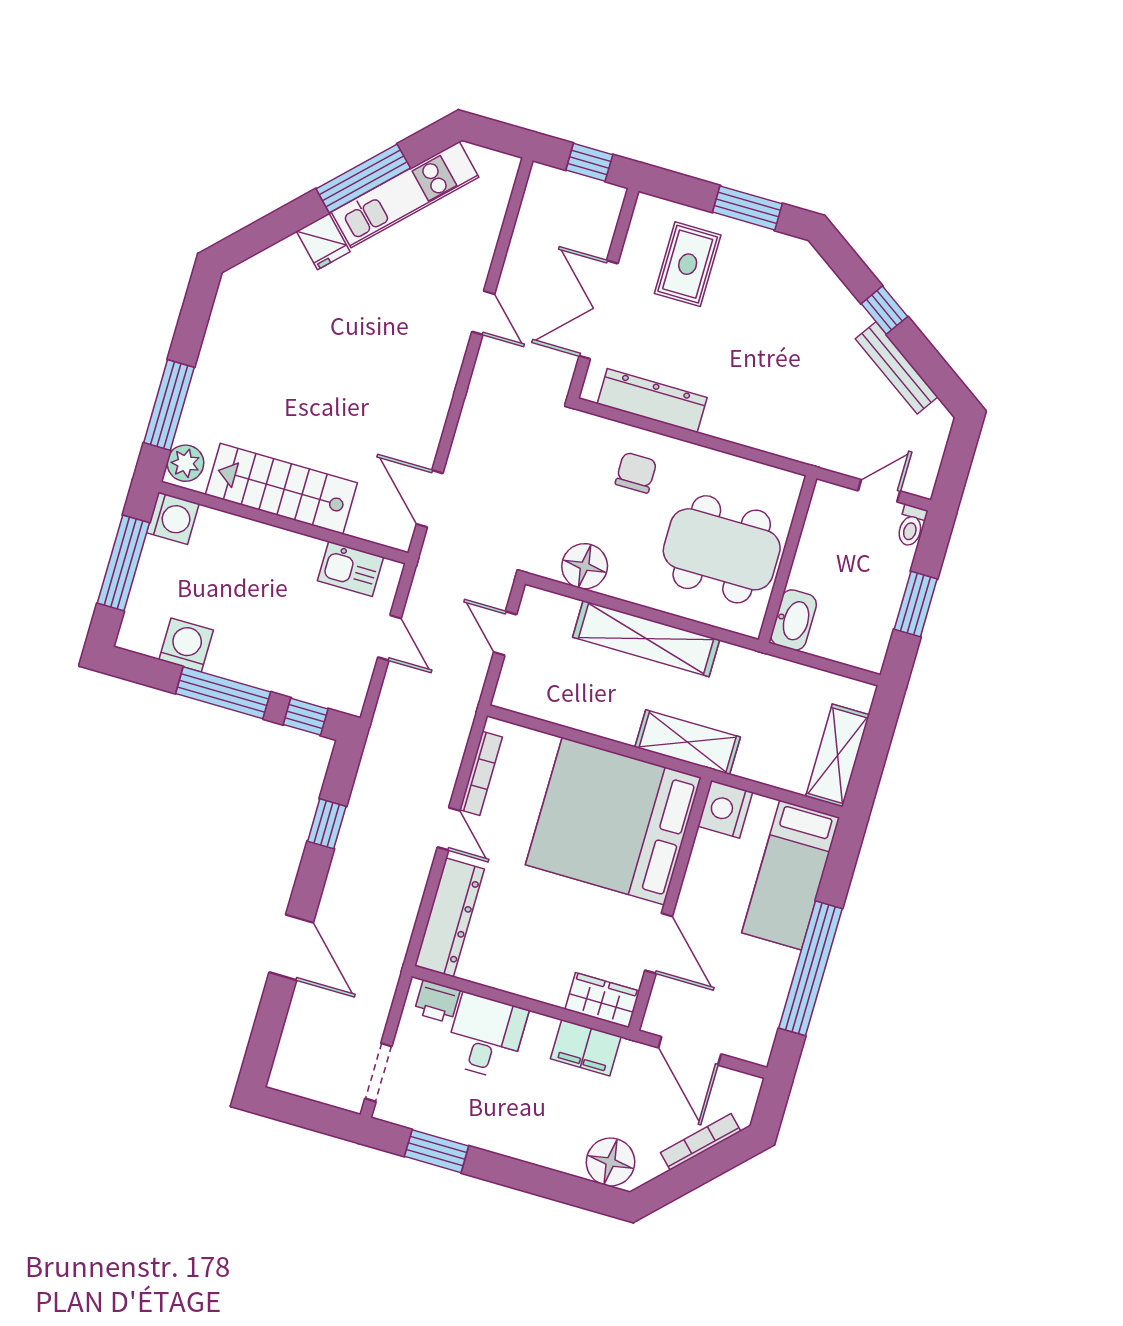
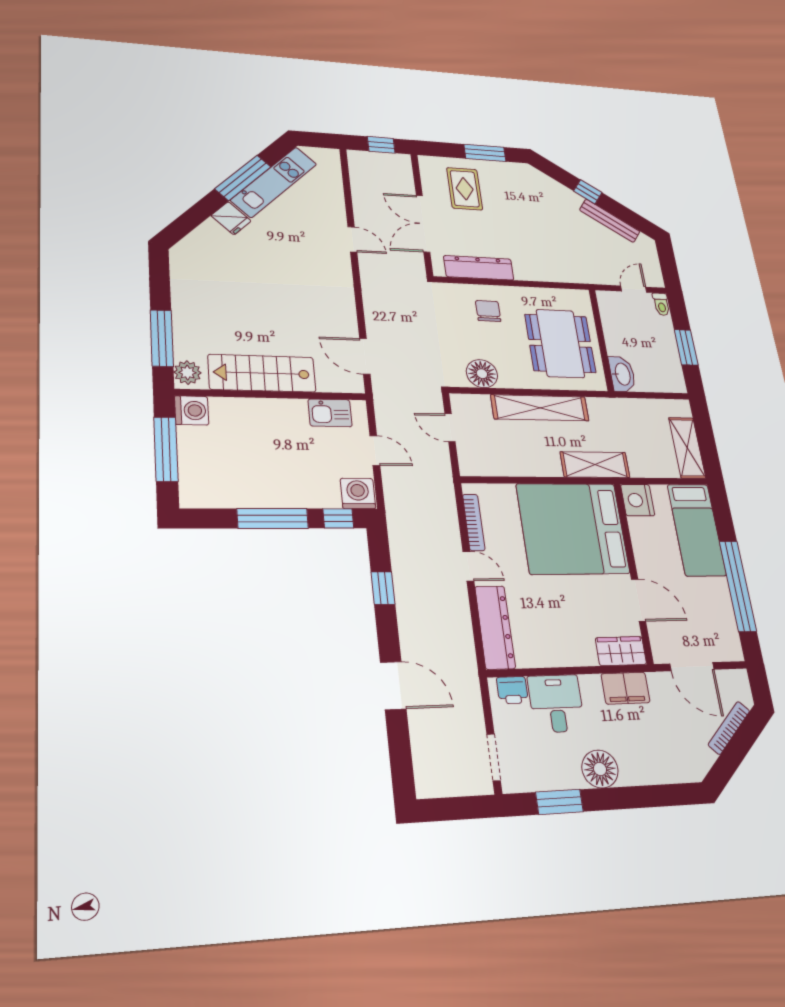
dining table: (722, 549) -> (560, 343), turned 90
washing machine: (186, 645) -> (358, 493), moved
floor lamp: (611, 1162) -> (600, 769), moved

